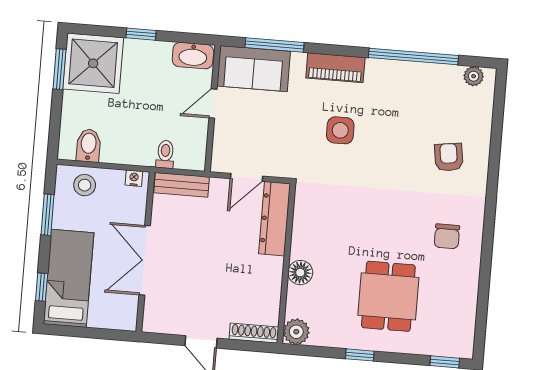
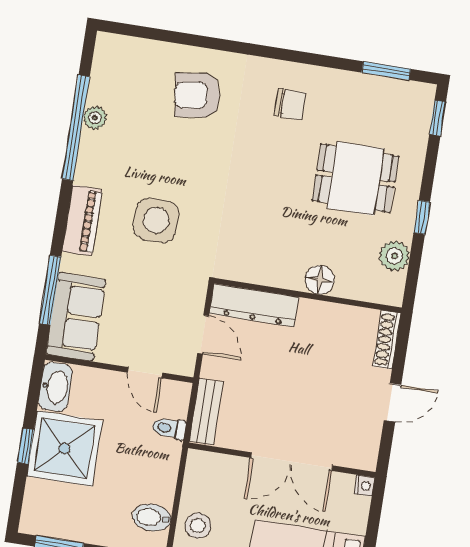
shower: (93, 63) -> (64, 448), moved
plant: (474, 76) -> (95, 118), moved
door: (213, 103) -> (145, 373), moved
side table: (340, 130) -> (156, 220), width x1.37, depth x1.37
armchair: (449, 157) -> (197, 95), width x1.38, depth x1.38
nightstand: (134, 178) -> (364, 486), moved, turned 180
window: (481, 315) -> (386, 71), added
plant: (296, 332) -> (394, 256), moved

